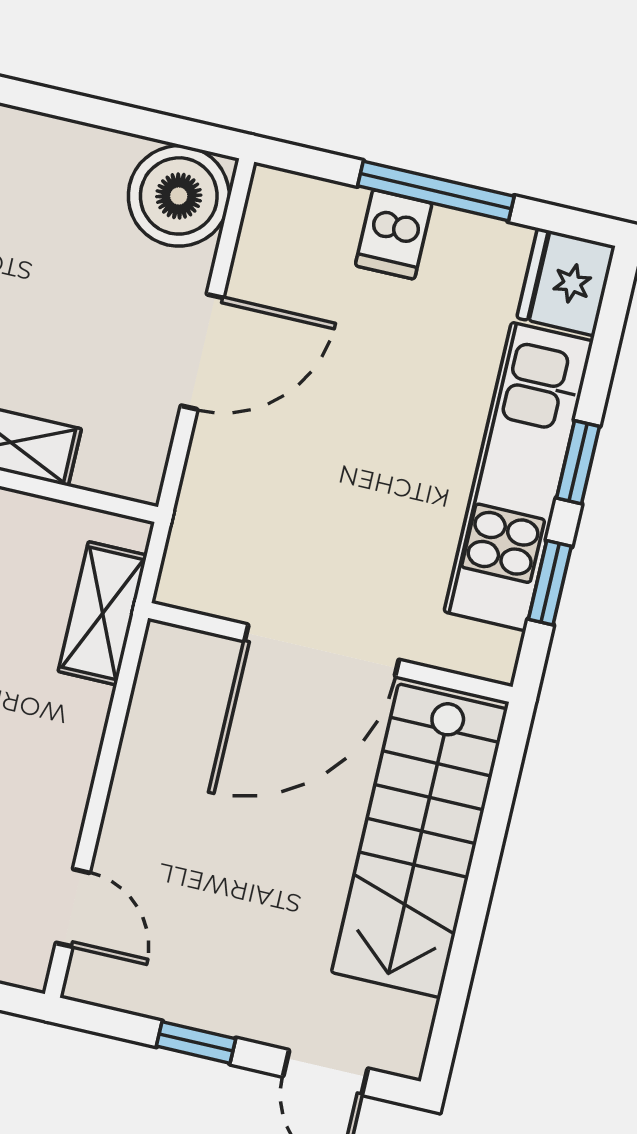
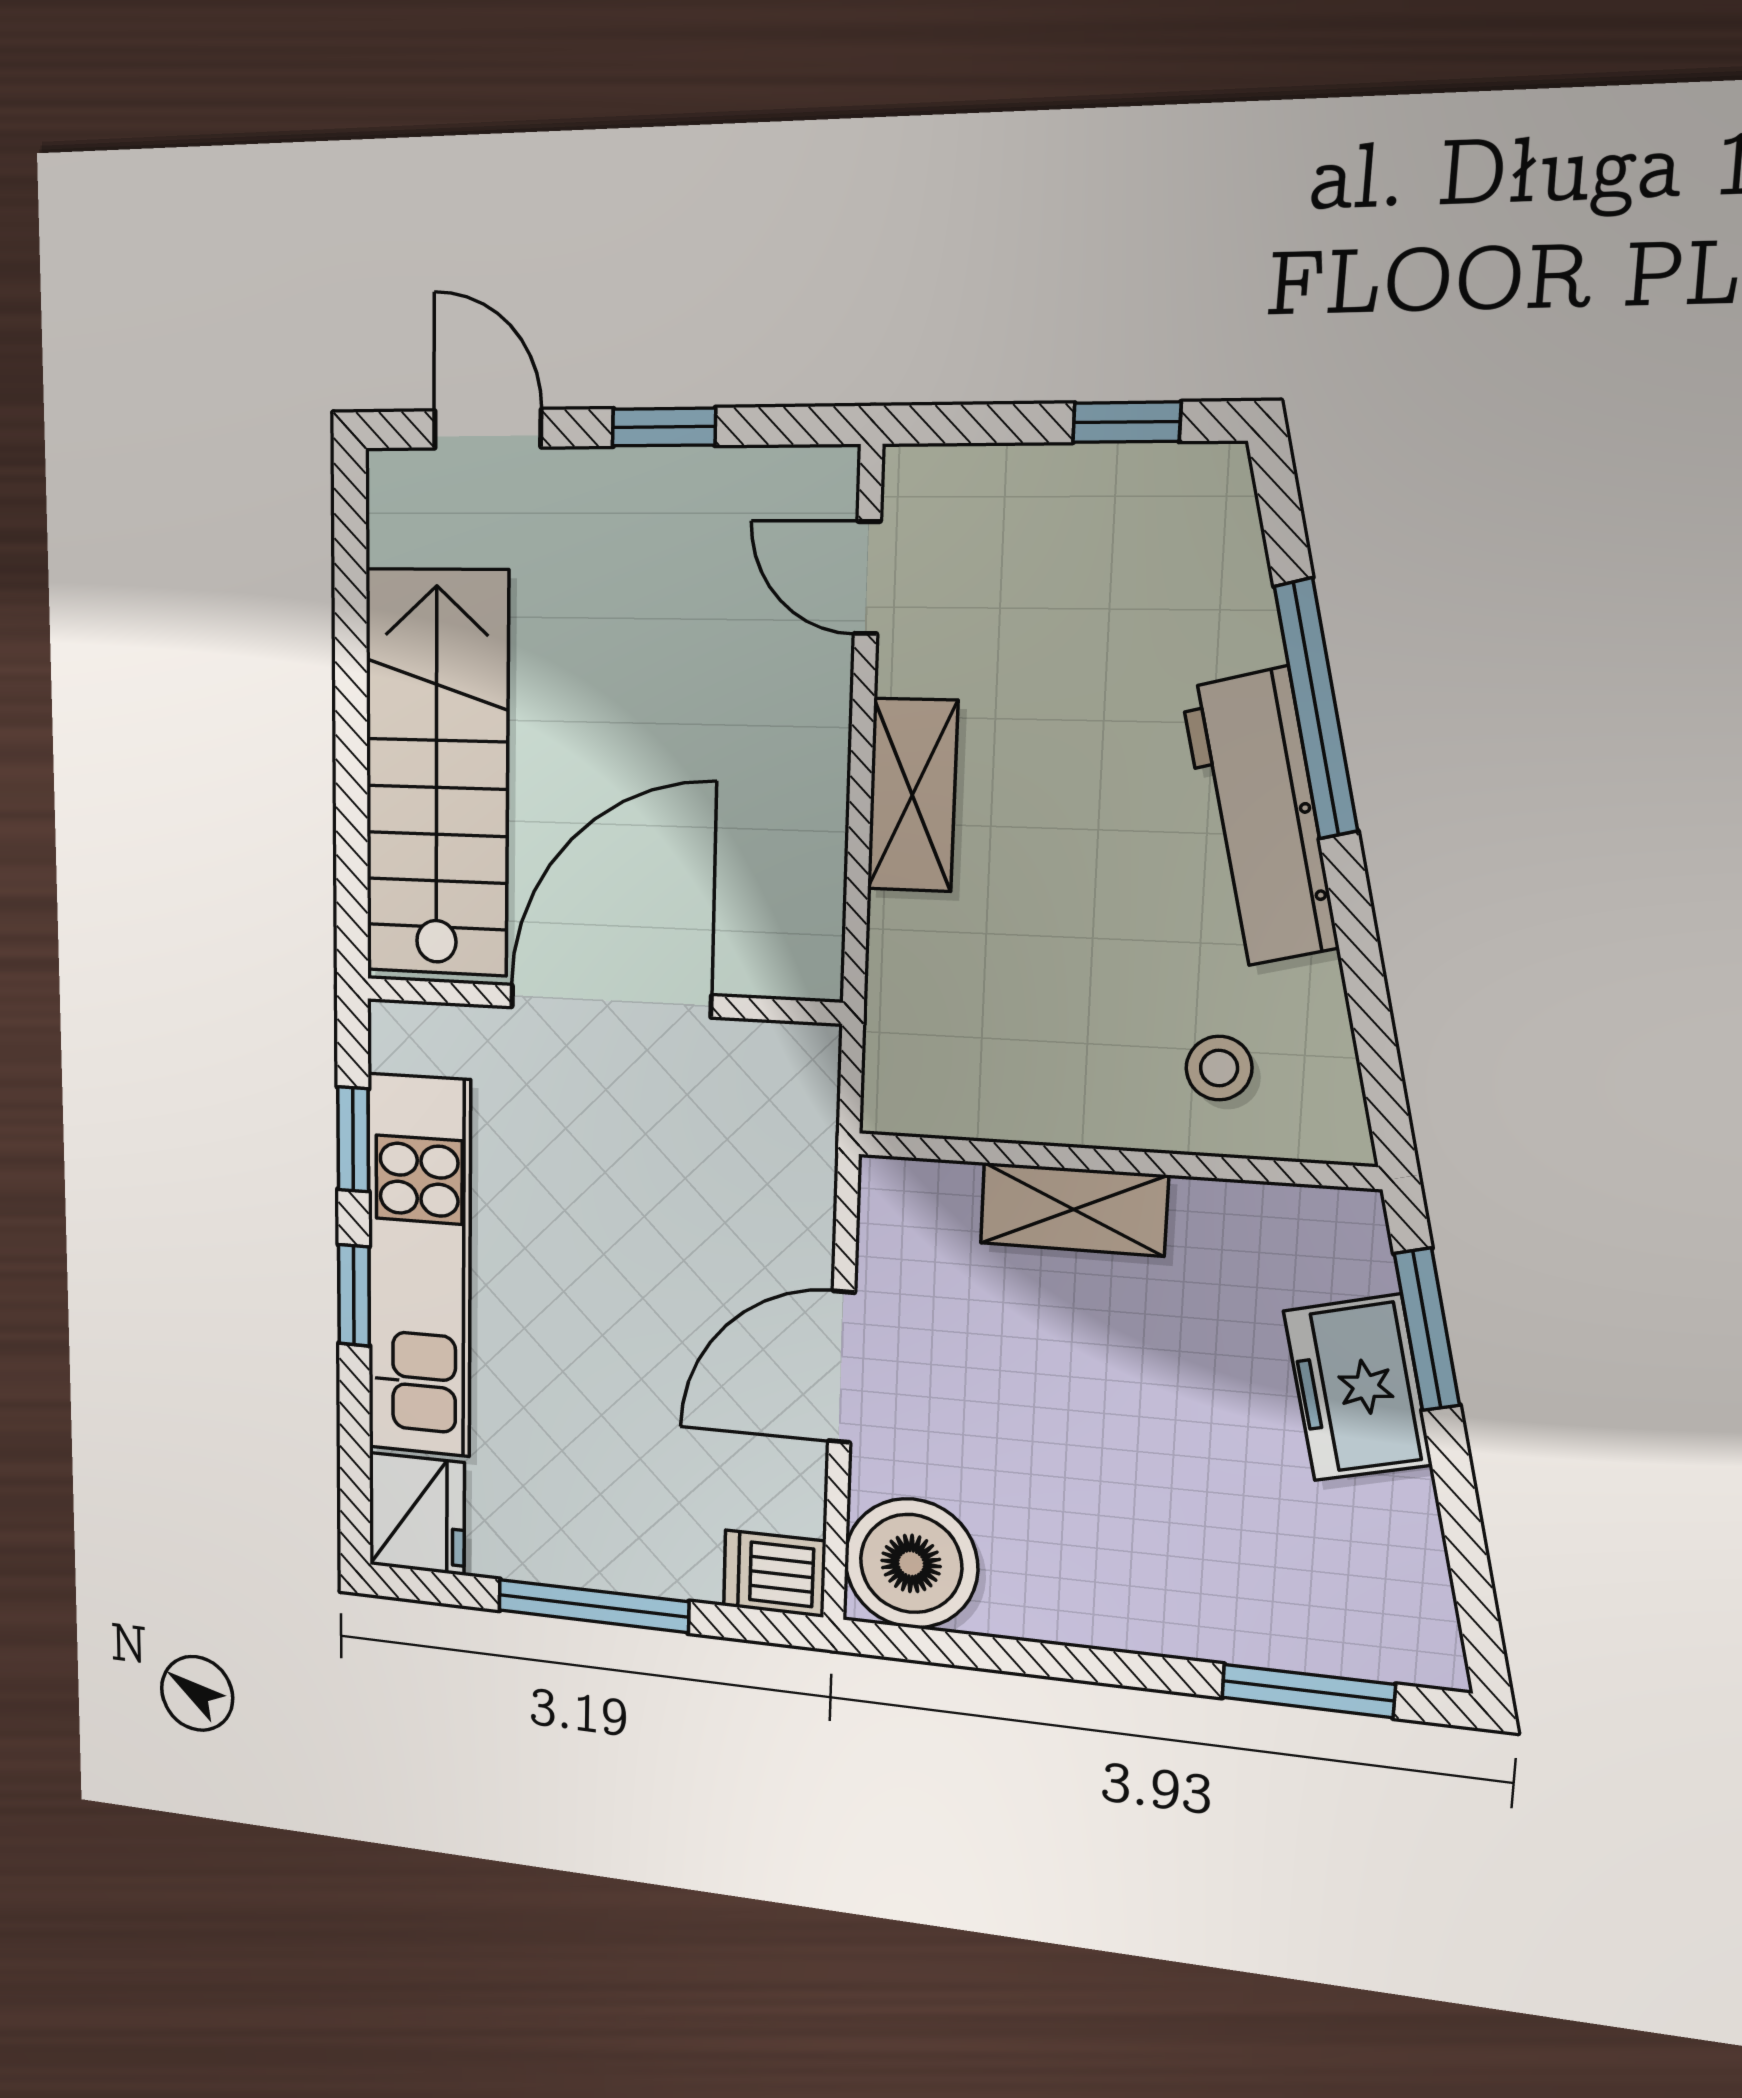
dishwasher: (394, 234) -> (774, 1574), moved, turned -90
shelving: (103, 613) -> (912, 795), moved

